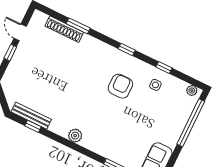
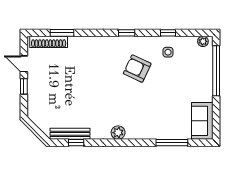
window: (78, 26) -> (62, 33), moved
shoe rack: (64, 29) -> (49, 42), moved
armchair: (120, 86) -> (137, 69), turned -65

